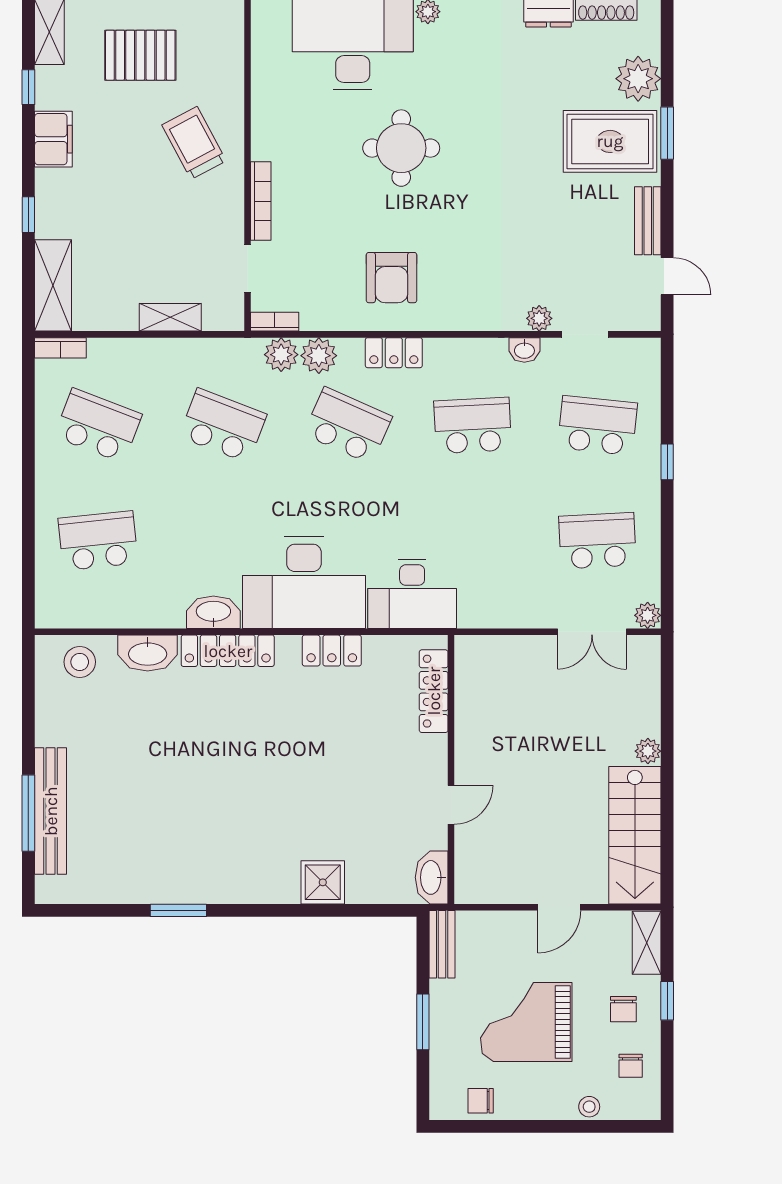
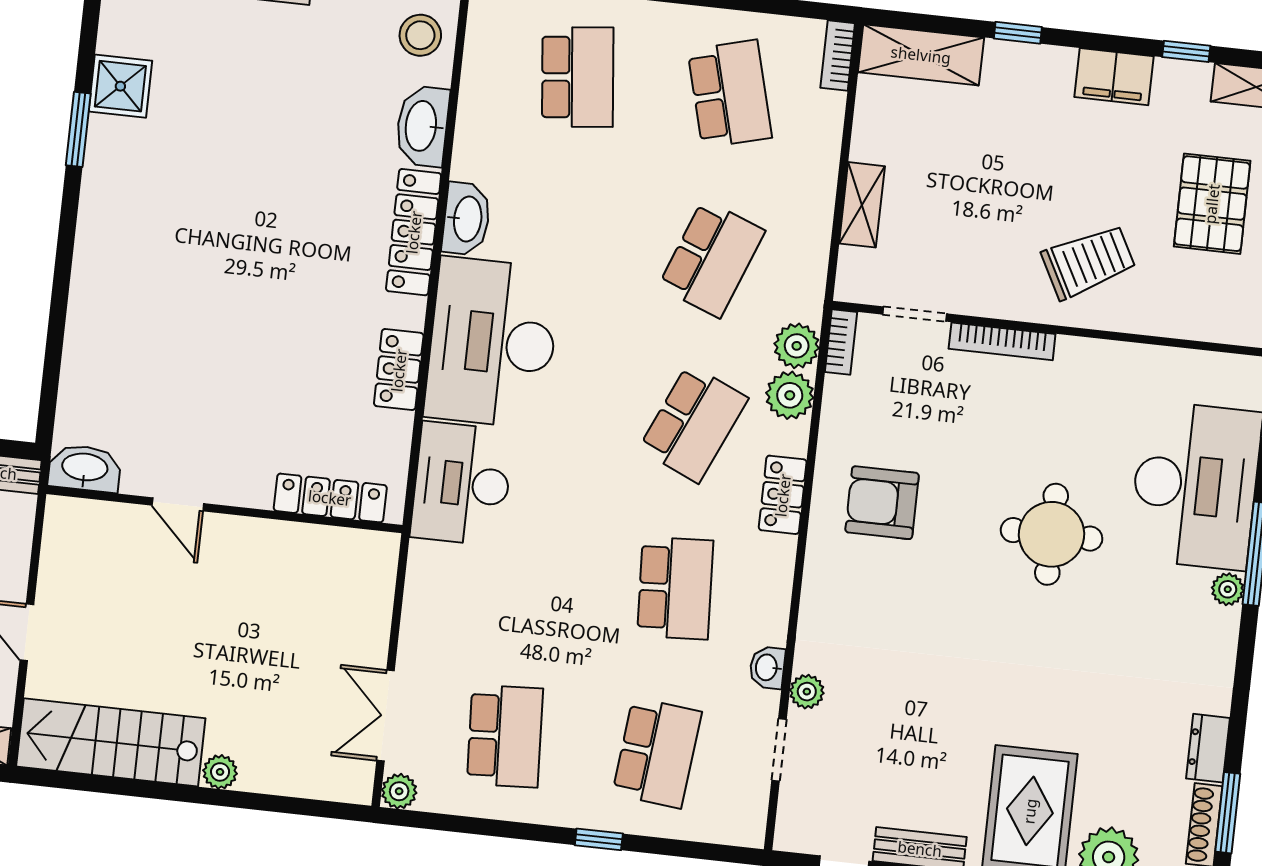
school desk: (98, 425) -> (730, 94), turned -36
shower: (323, 882) -> (120, 86), moved

